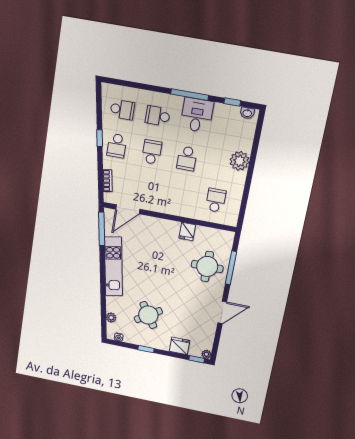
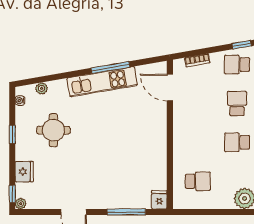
school desk: (152, 152) -> (237, 103), turned -90
window: (102, 229) -> (110, 68), moved
fridge: (187, 231) -> (159, 200), moved, turned 90
round table: (207, 266) -> (123, 186), removed
round table: (148, 315) -> (53, 130), turned 33

